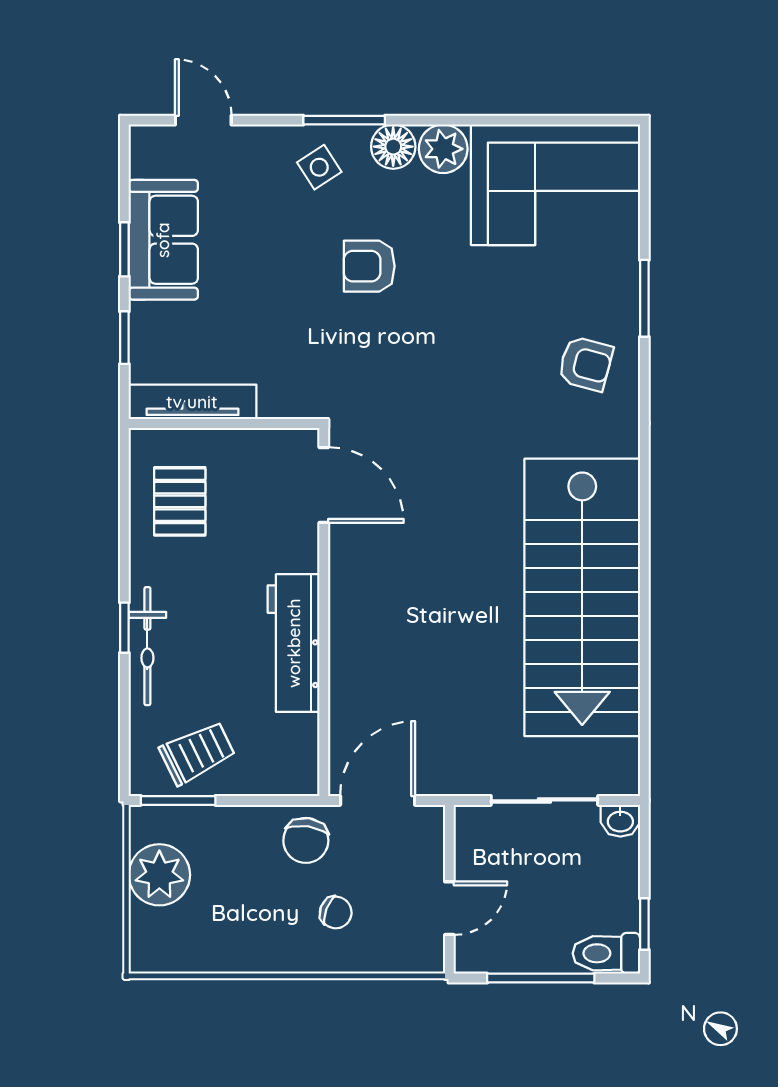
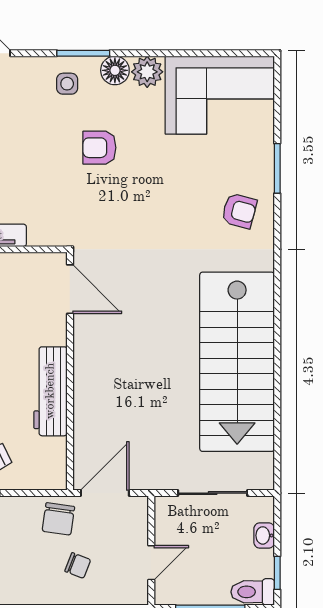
side table: (319, 167) -> (67, 84), turned 33
washbasin: (620, 821) -> (264, 535), moved, turned 90

